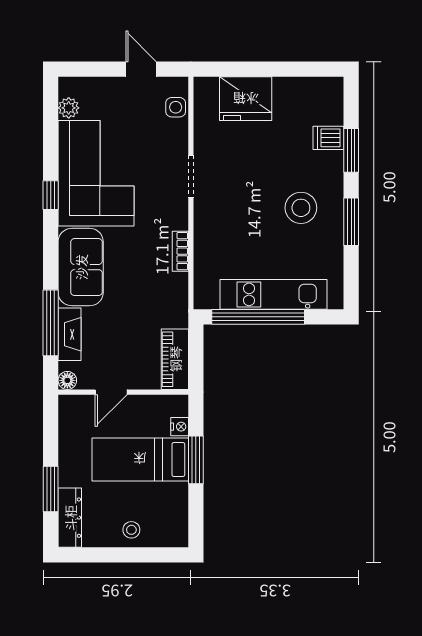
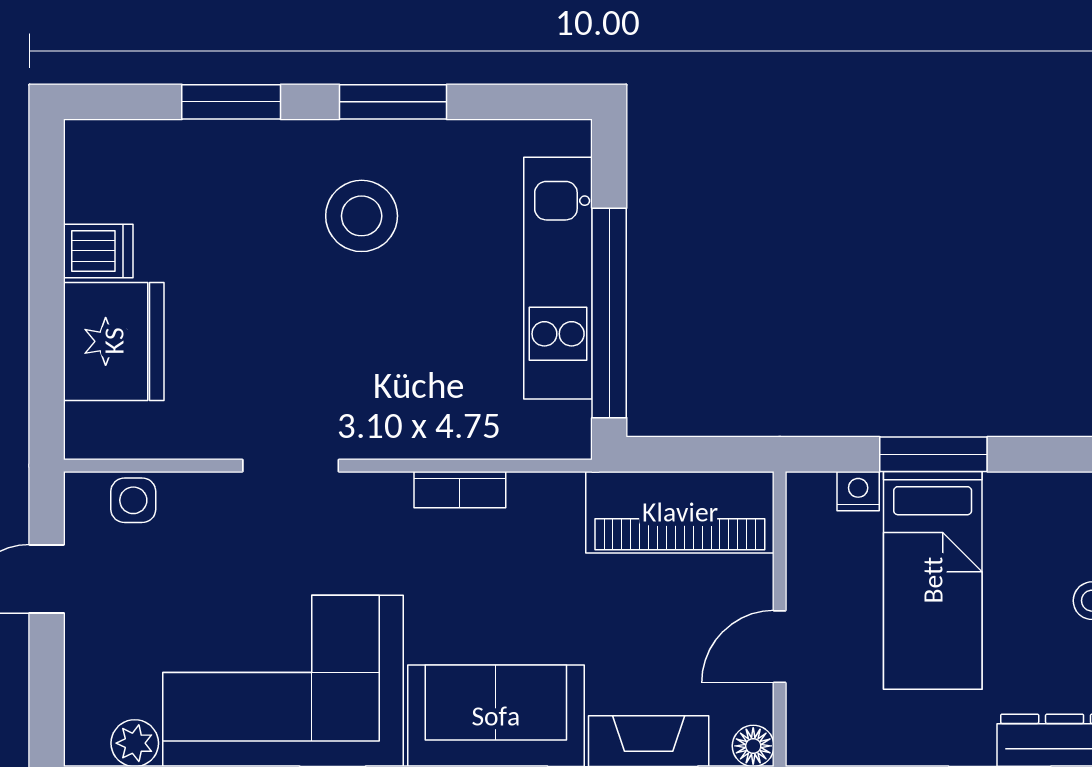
dishwasher: (328, 138) -> (98, 251), moved, turned -90
piano: (175, 359) -> (680, 512), width x1.37, depth x1.33
door: (111, 392) -> (780, 647), swing flipped

